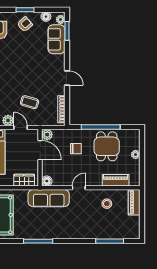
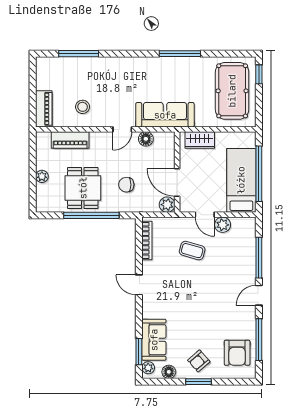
floor lamp: (47, 181) -> (146, 139), moved

